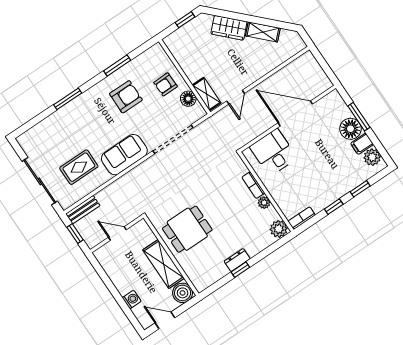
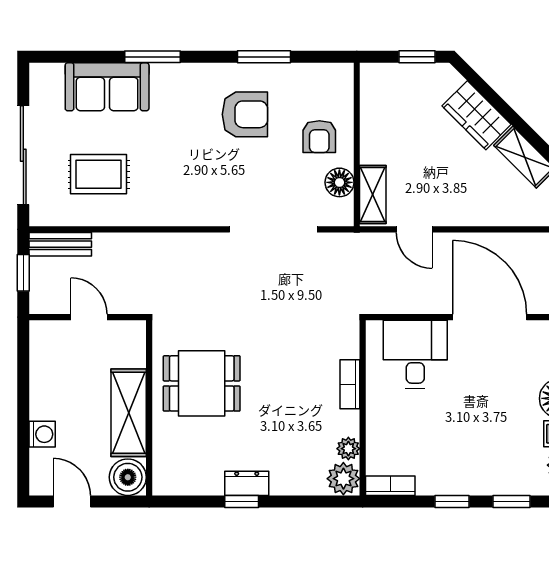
armchair: (166, 84) -> (319, 137), turned -89
door: (235, 97) -> (414, 229), hinge flipped
sofa: (124, 155) -> (107, 87), moved, turned 180
plant: (264, 203) -> (348, 449), moved

